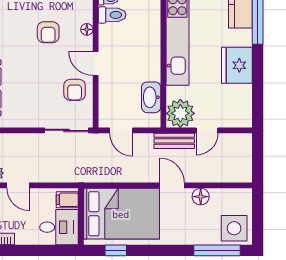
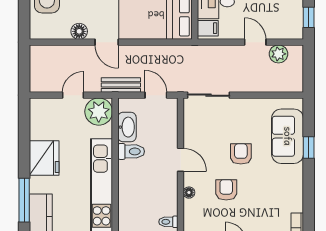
toilet: (112, 15) -> (131, 151), moved, turned 180
armchair: (75, 90) -> (241, 154), moved
bench: (174, 141) -> (121, 85), moved

